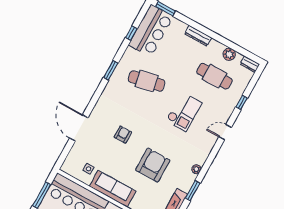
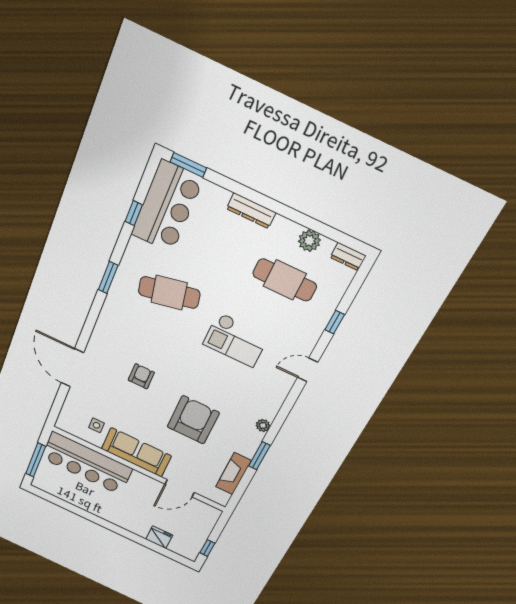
checkout: (184, 112) -> (236, 340), turned 90

